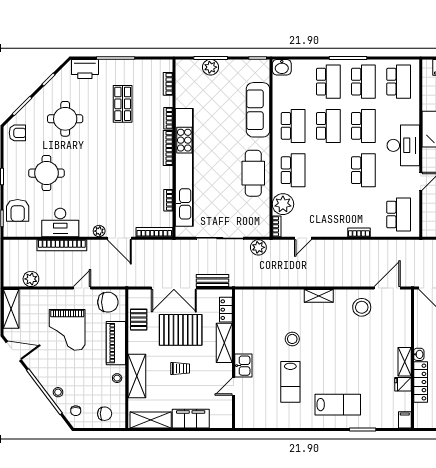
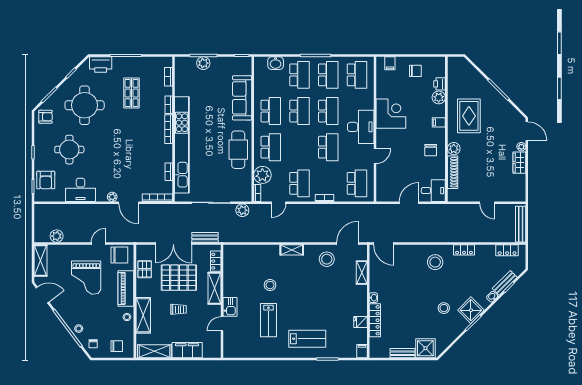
washbasin: (282, 67) -> (276, 63), moved
round table: (65, 119) -> (85, 105), width x1.36, depth x1.36
school desk: (328, 214) -> (299, 183), added
bookcase: (62, 245) -> (82, 208), removed
shelving: (405, 362) -> (362, 273), moved

